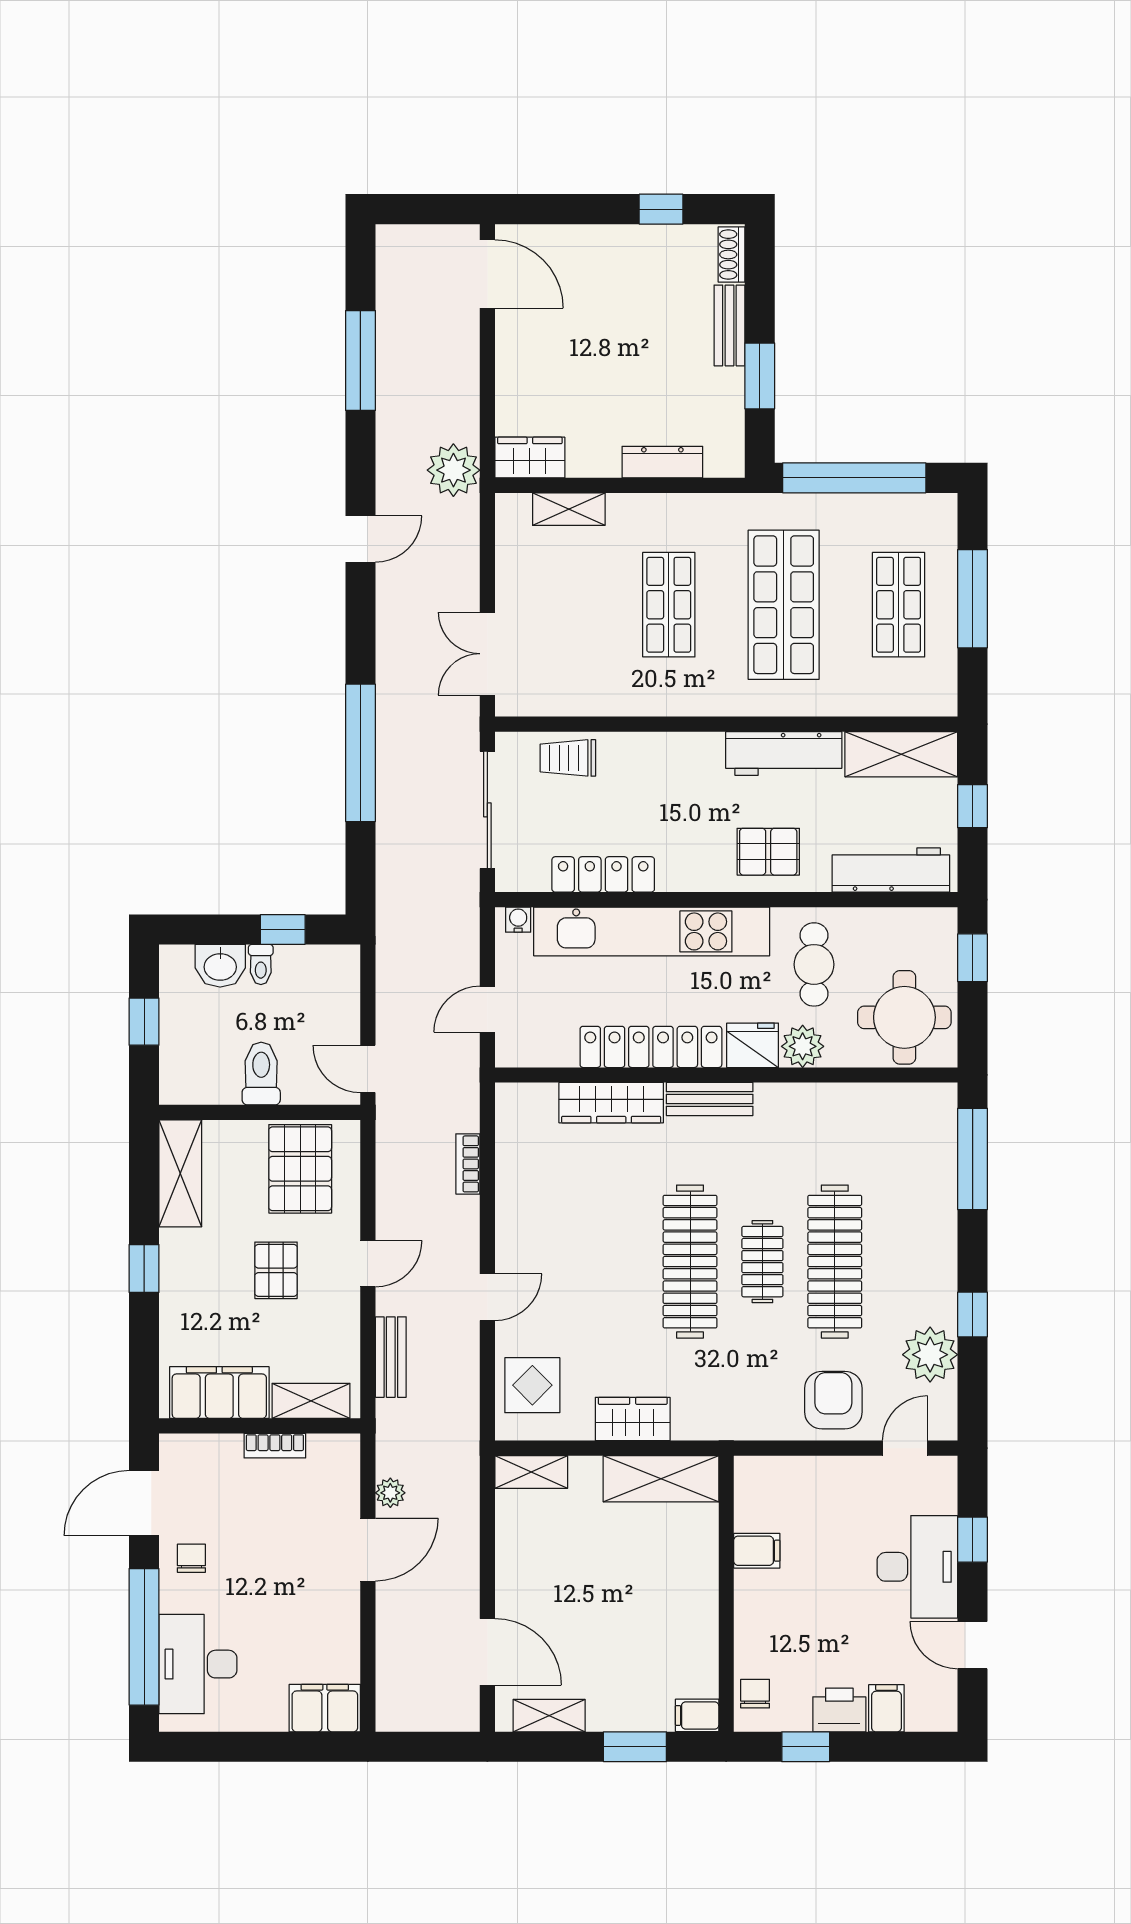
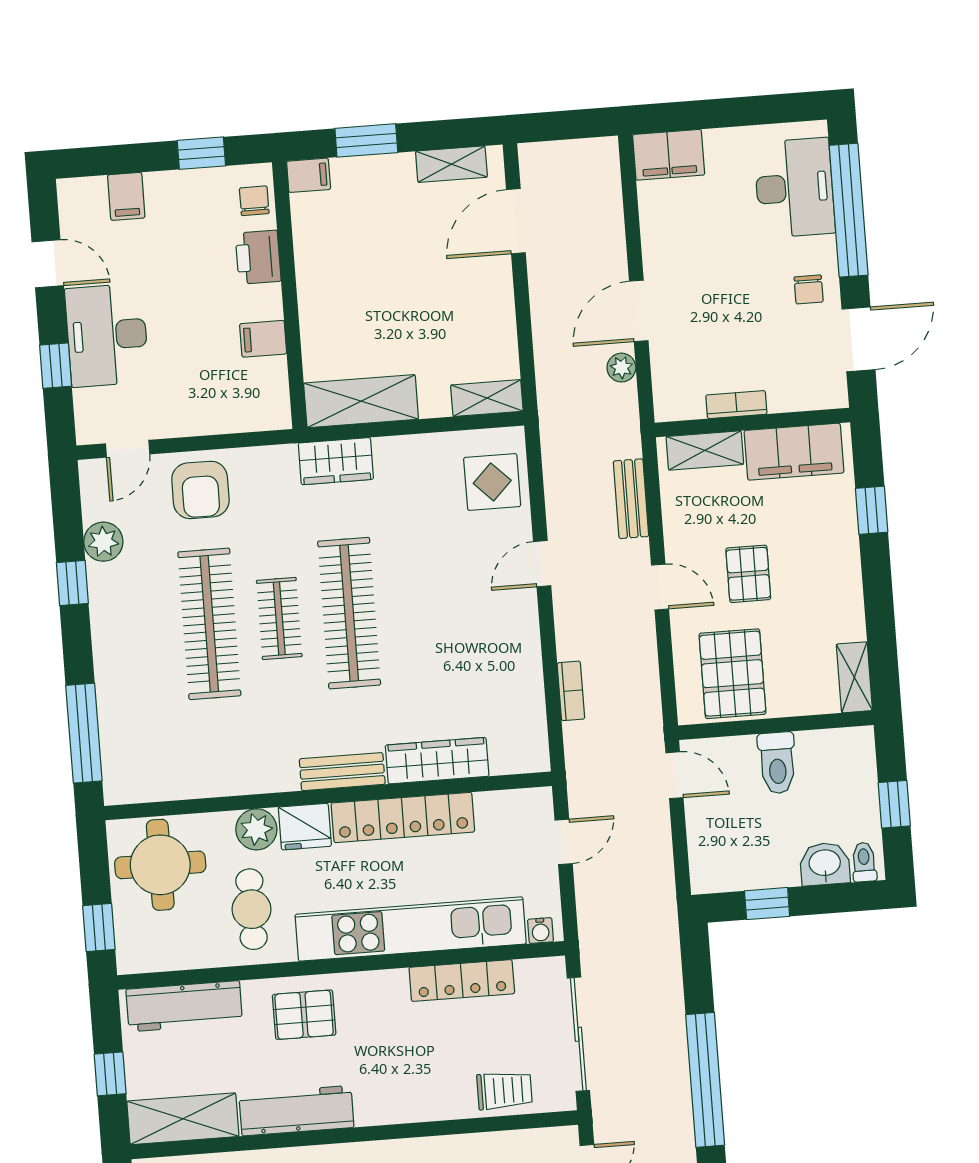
toilet: (261, 964) -> (864, 862), moved
shelving: (180, 1173) -> (854, 677), width x0.67, depth x0.75
door: (368, 1264) -> (660, 587), swing flipped
window: (144, 1269) -> (872, 510), moved
plant: (930, 1355) -> (103, 542), width x0.73, depth x0.73
wardrobe: (633, 1419) -> (336, 461), moved
door: (487, 1652) -> (516, 221), hinge flipped
chair: (755, 1694) -> (254, 201), turned 180
printer: (839, 1710) -> (258, 257), moved, turned 90

